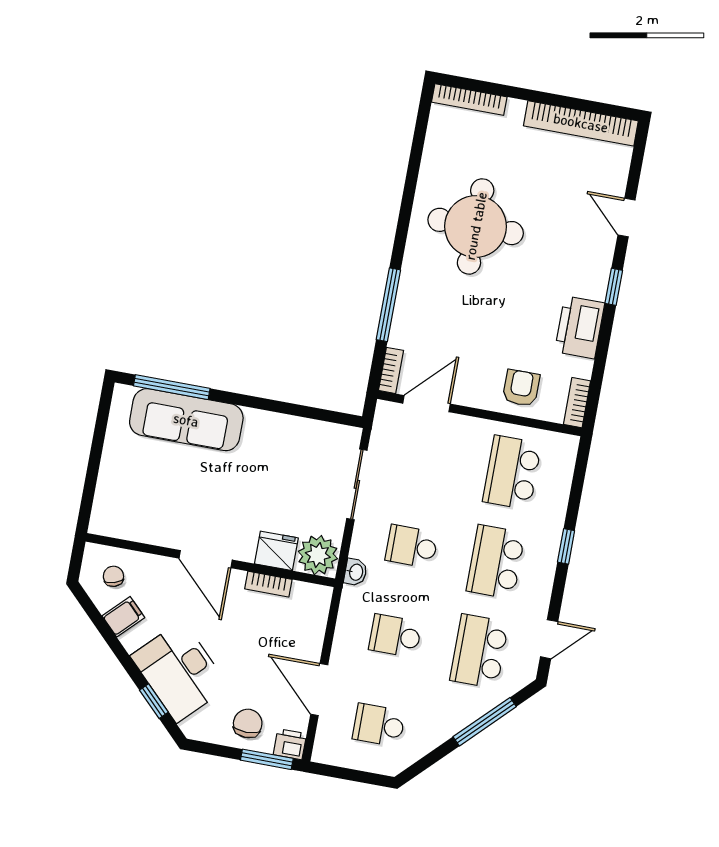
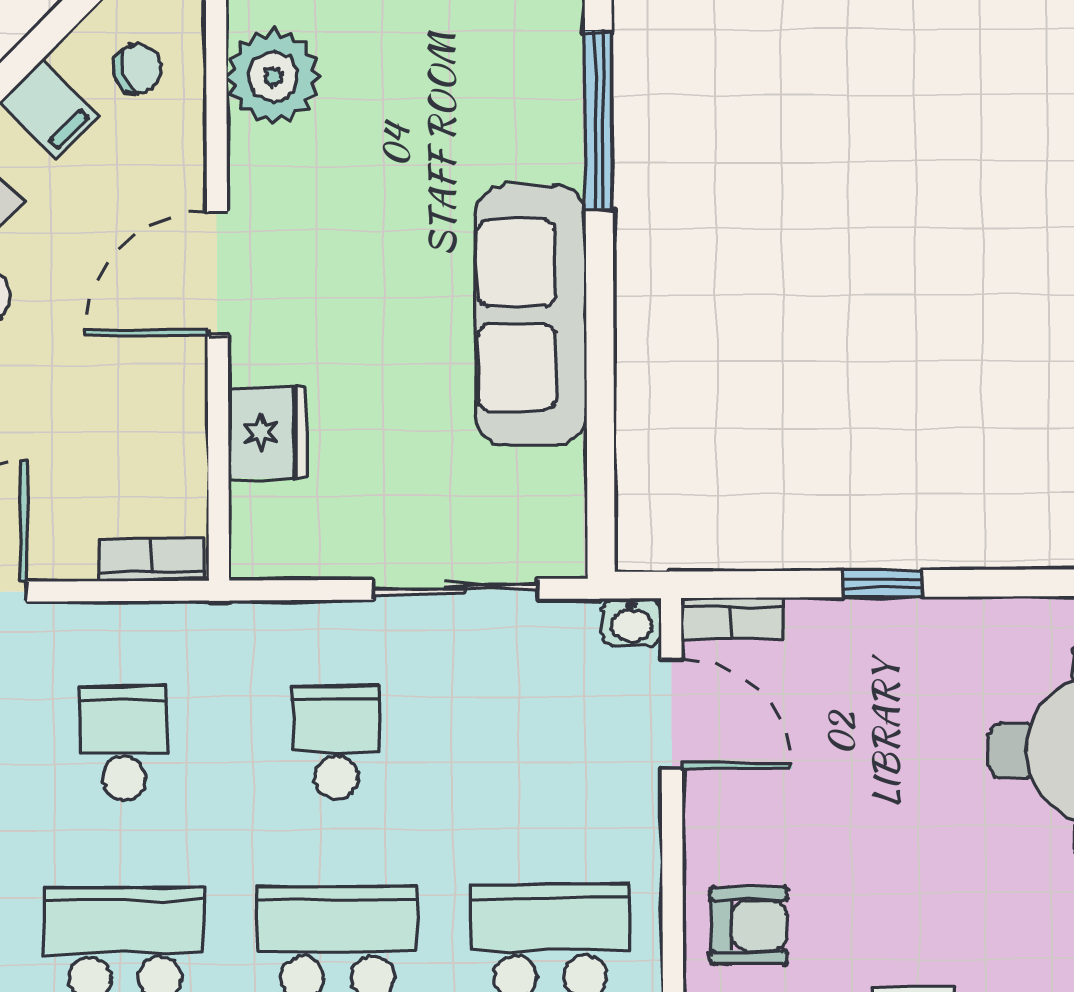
window: (388, 305) -> (883, 584), width x0.46
sofa: (186, 420) -> (531, 315), moved
plant: (318, 555) -> (273, 77), moved
washbasin: (356, 572) -> (631, 622), moved
bookcase: (268, 584) -> (151, 560), moved, turned 90

